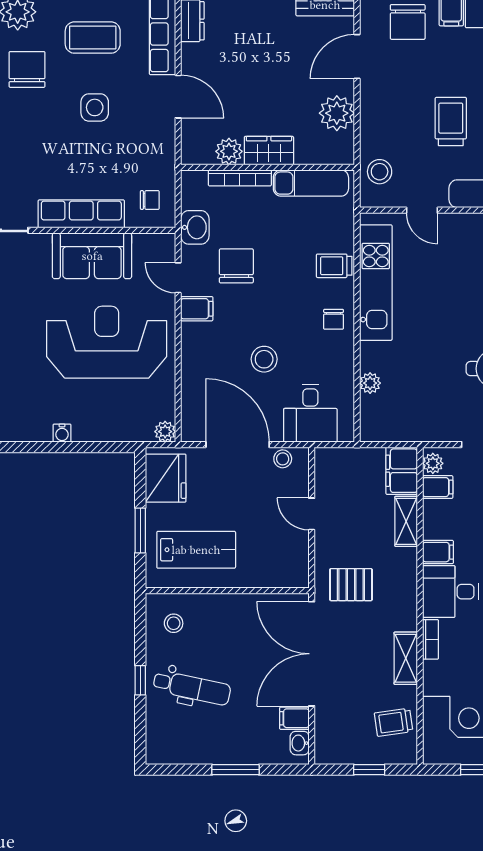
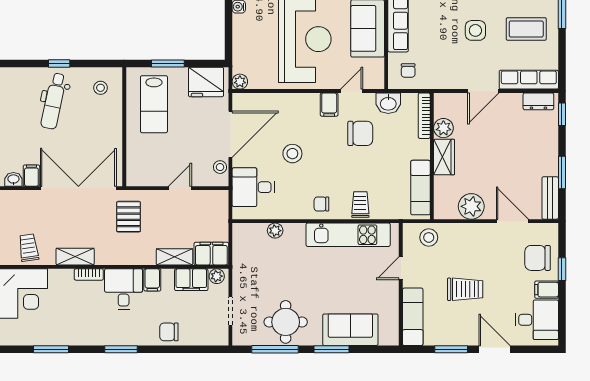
coffee table: (93, 38) -> (526, 29), turned 90
bookcase: (240, 178) -> (424, 116), moved
filing cabinet: (438, 487) -> (191, 280), width x2.00

